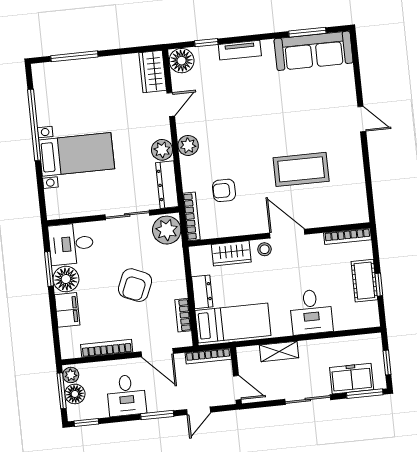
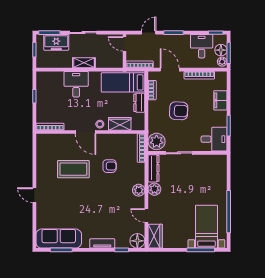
door: (171, 105) -> (146, 215), hinge flipped
bed with nightstands: (77, 154) -> (206, 227), moved, turned 90
armchair: (224, 190) -> (110, 166), moved
floor lamp: (66, 279) -> (219, 119), removed
cot: (364, 281) -> (43, 99), removed
armchair: (135, 285) -> (179, 111), turned 70
shelving: (279, 351) -> (84, 63), moved
desk: (126, 395) -> (202, 46), moved

